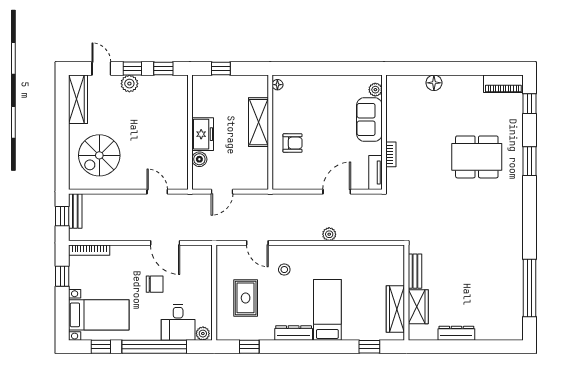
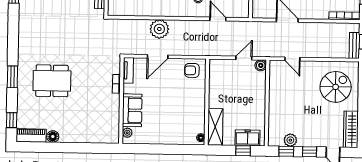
floor lamp: (434, 83) -> (53, 137), moved
plant: (129, 84) -> (290, 140), moved
shelving: (258, 122) -> (215, 127), moved
freezer: (203, 134) -> (247, 138), moved, turned 90
armchair: (293, 143) -> (192, 70), moved
boiler: (199, 159) -> (261, 65), moved
plant: (329, 234) -> (159, 29), width x1.88, depth x1.88

